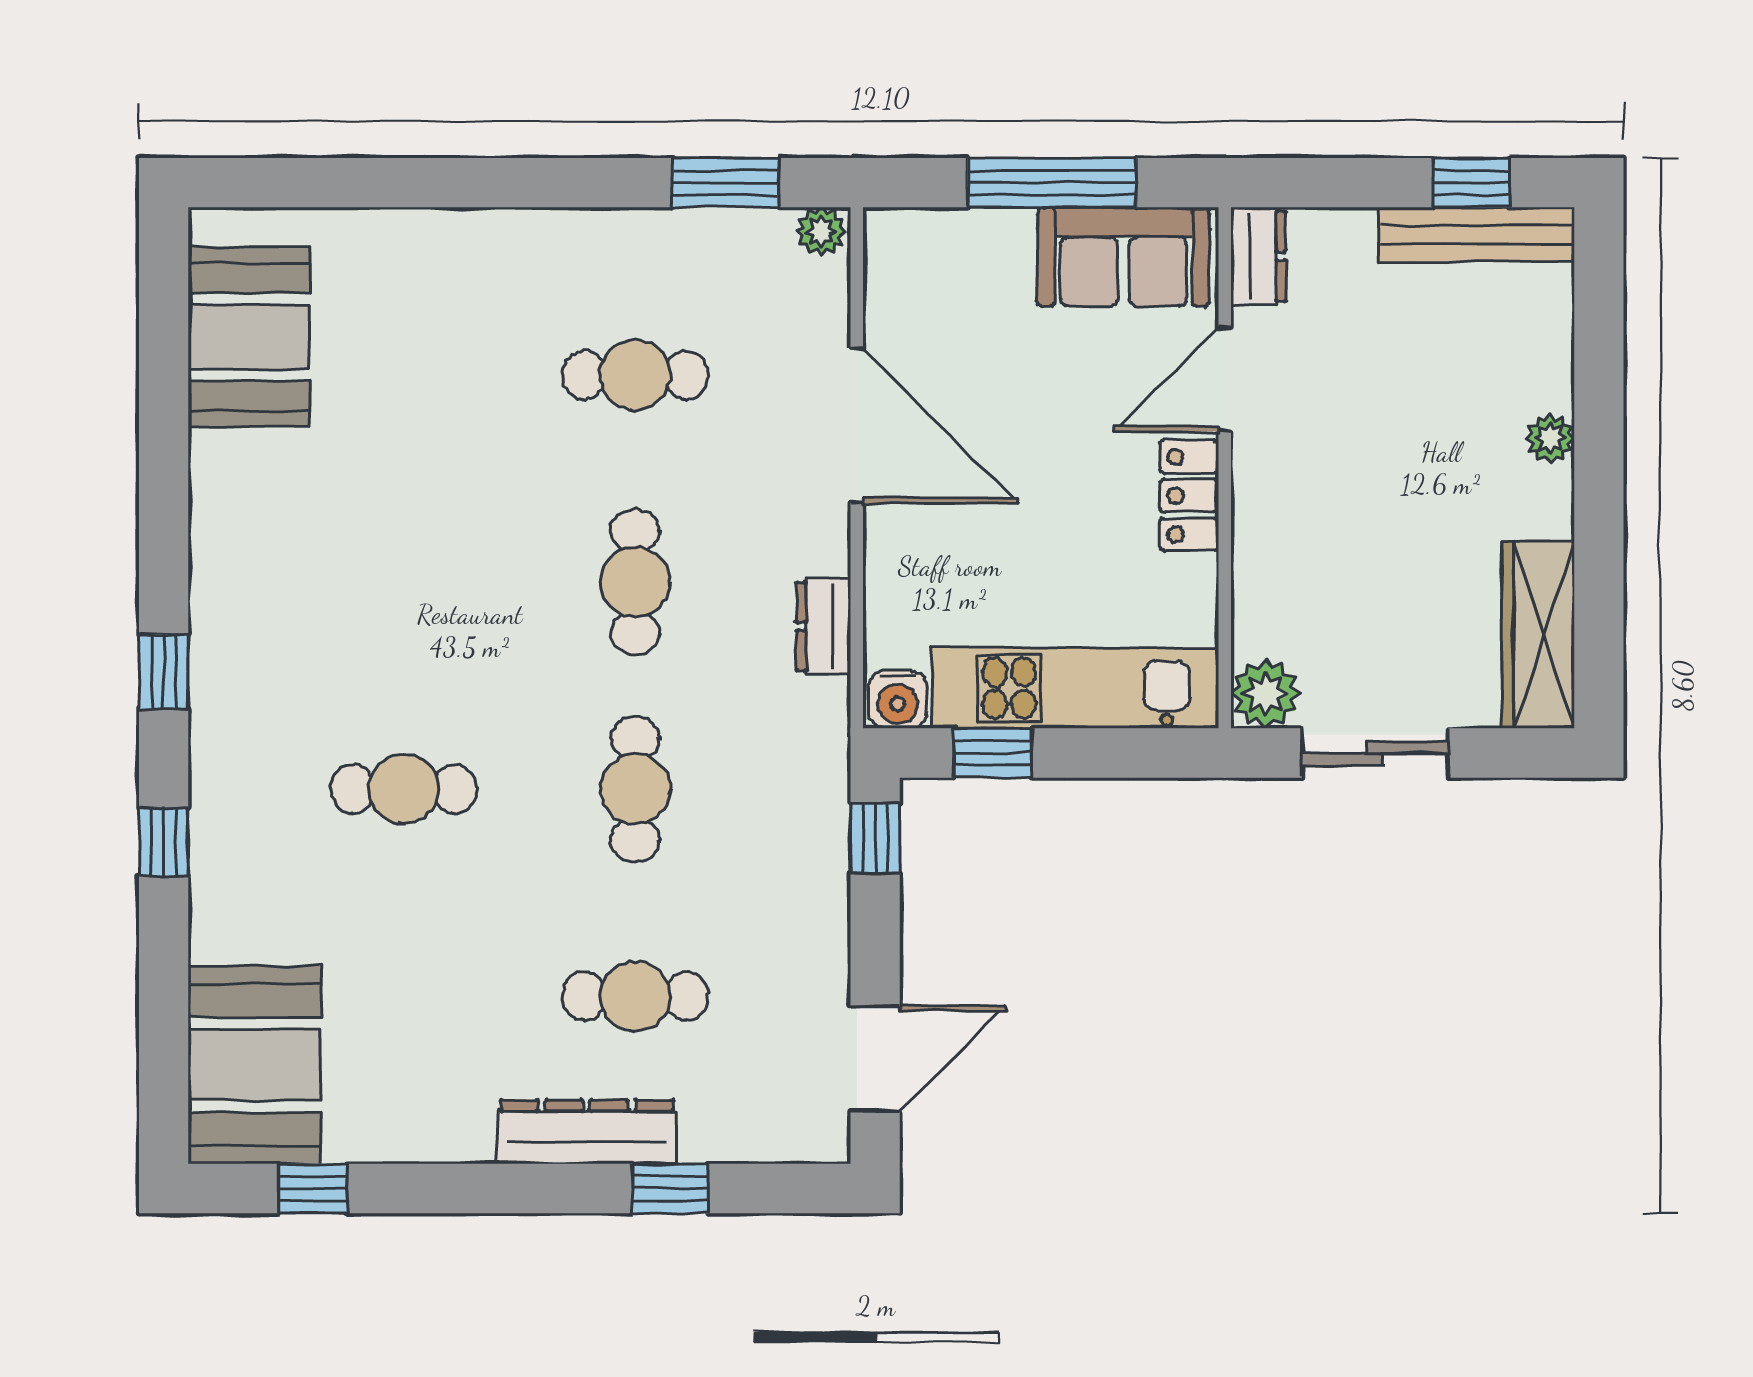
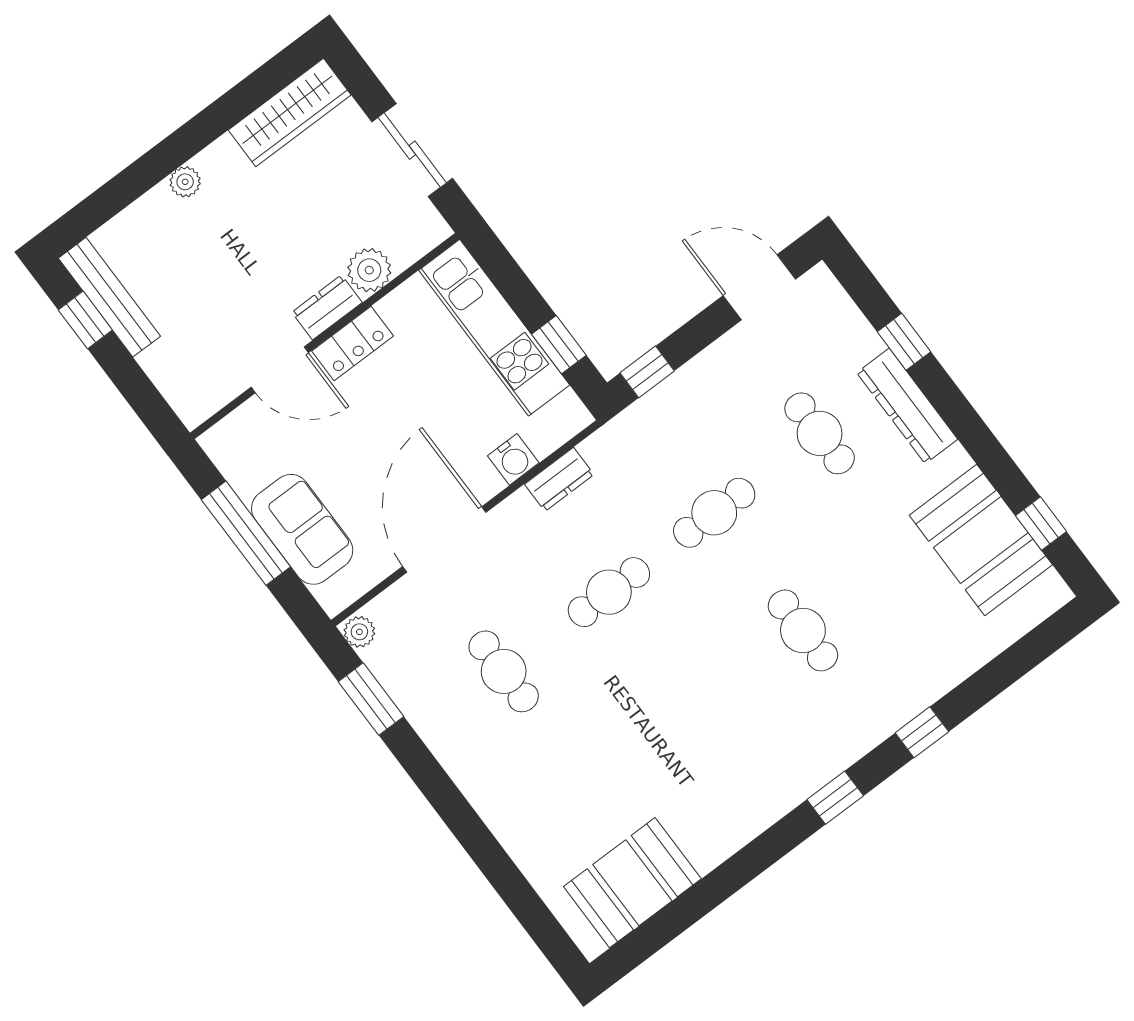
dresser: (1258, 256) -> (327, 307), moved
sofa: (1123, 257) -> (302, 529), moved
plant: (1265, 694) -> (369, 270), moved
water cooler: (898, 699) -> (513, 459), moved, turned 90
booth: (255, 1065) -> (981, 540), moved, turned 90

